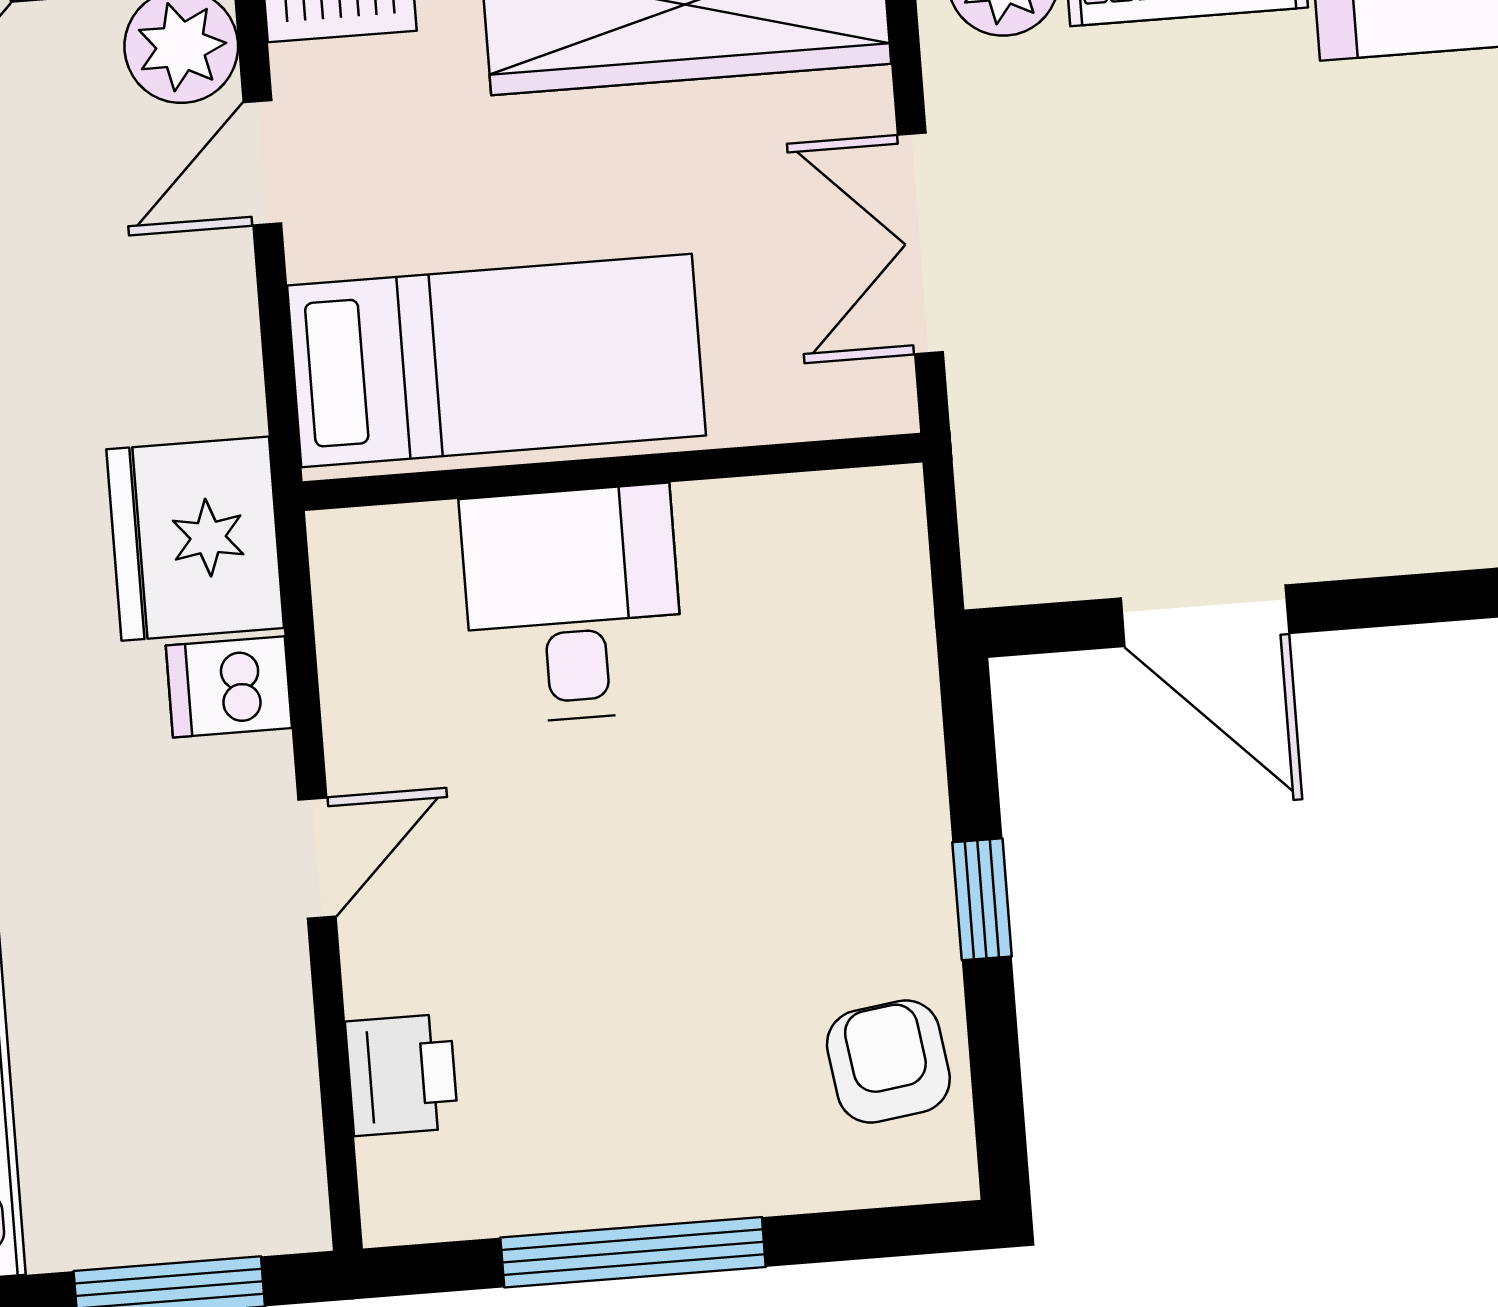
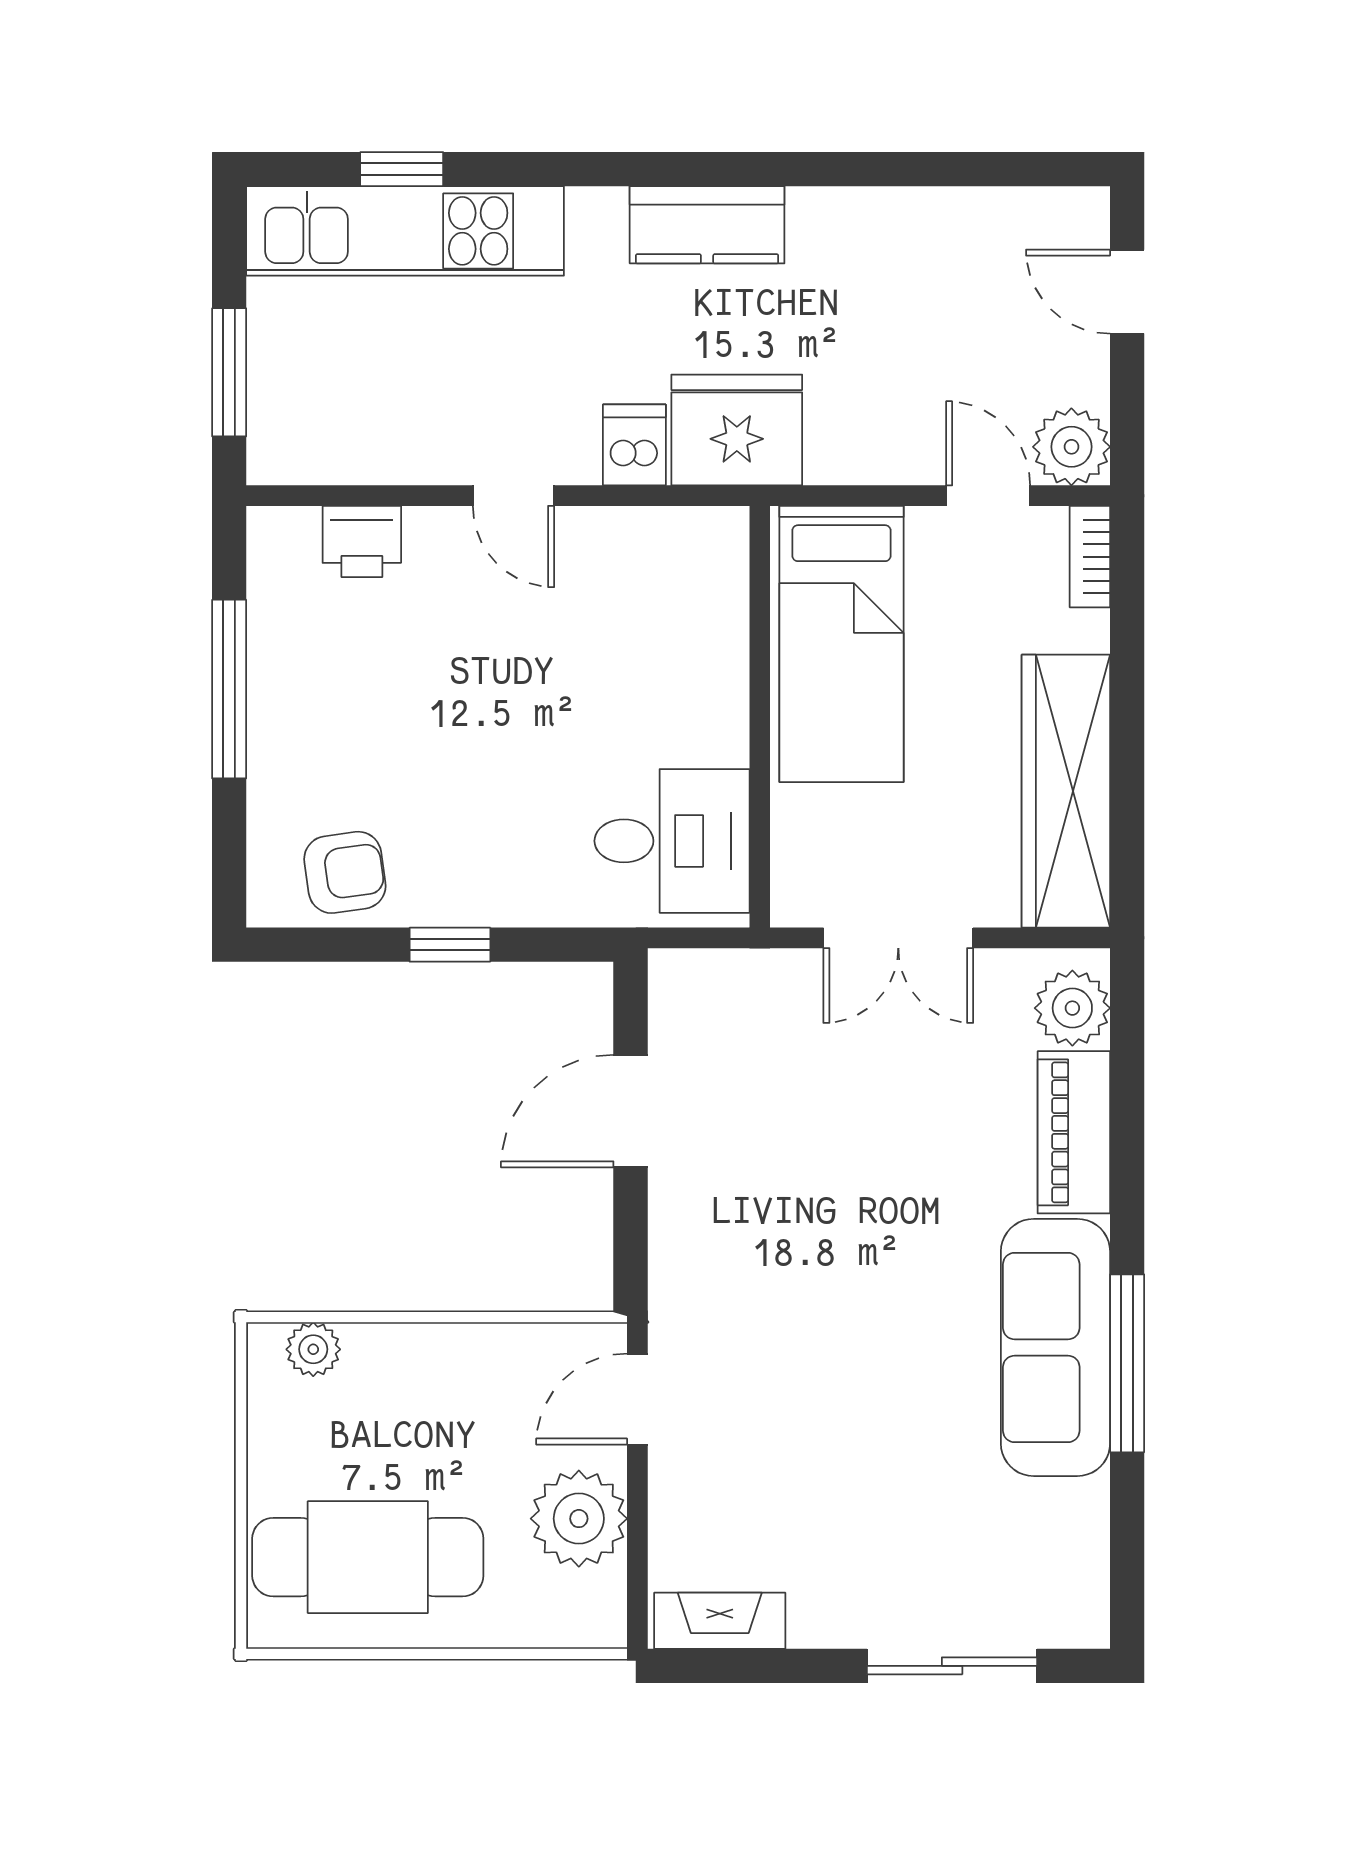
double door: (920, 244) -> (898, 938), swing flipped
desk: (573, 604) -> (672, 841), moved

